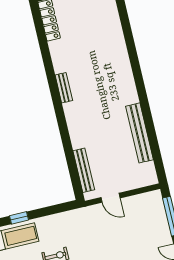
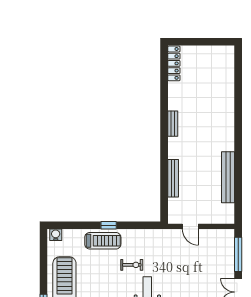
bench: (84, 170) -> (173, 178), moved

